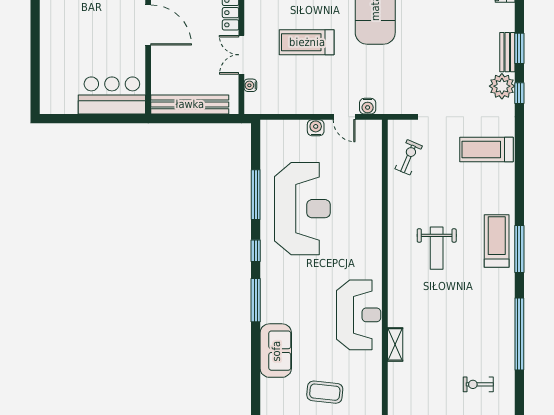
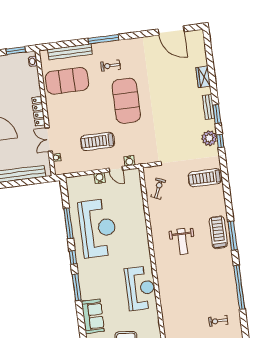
treadmill: (307, 42) -> (98, 141), moved
bench: (507, 52) -> (208, 107), moved
shelving: (395, 344) -> (165, 303), removed

